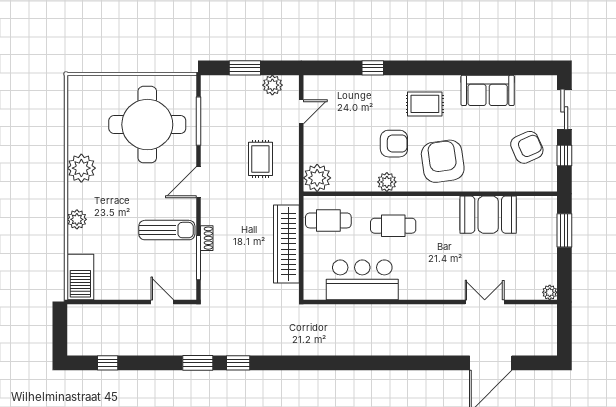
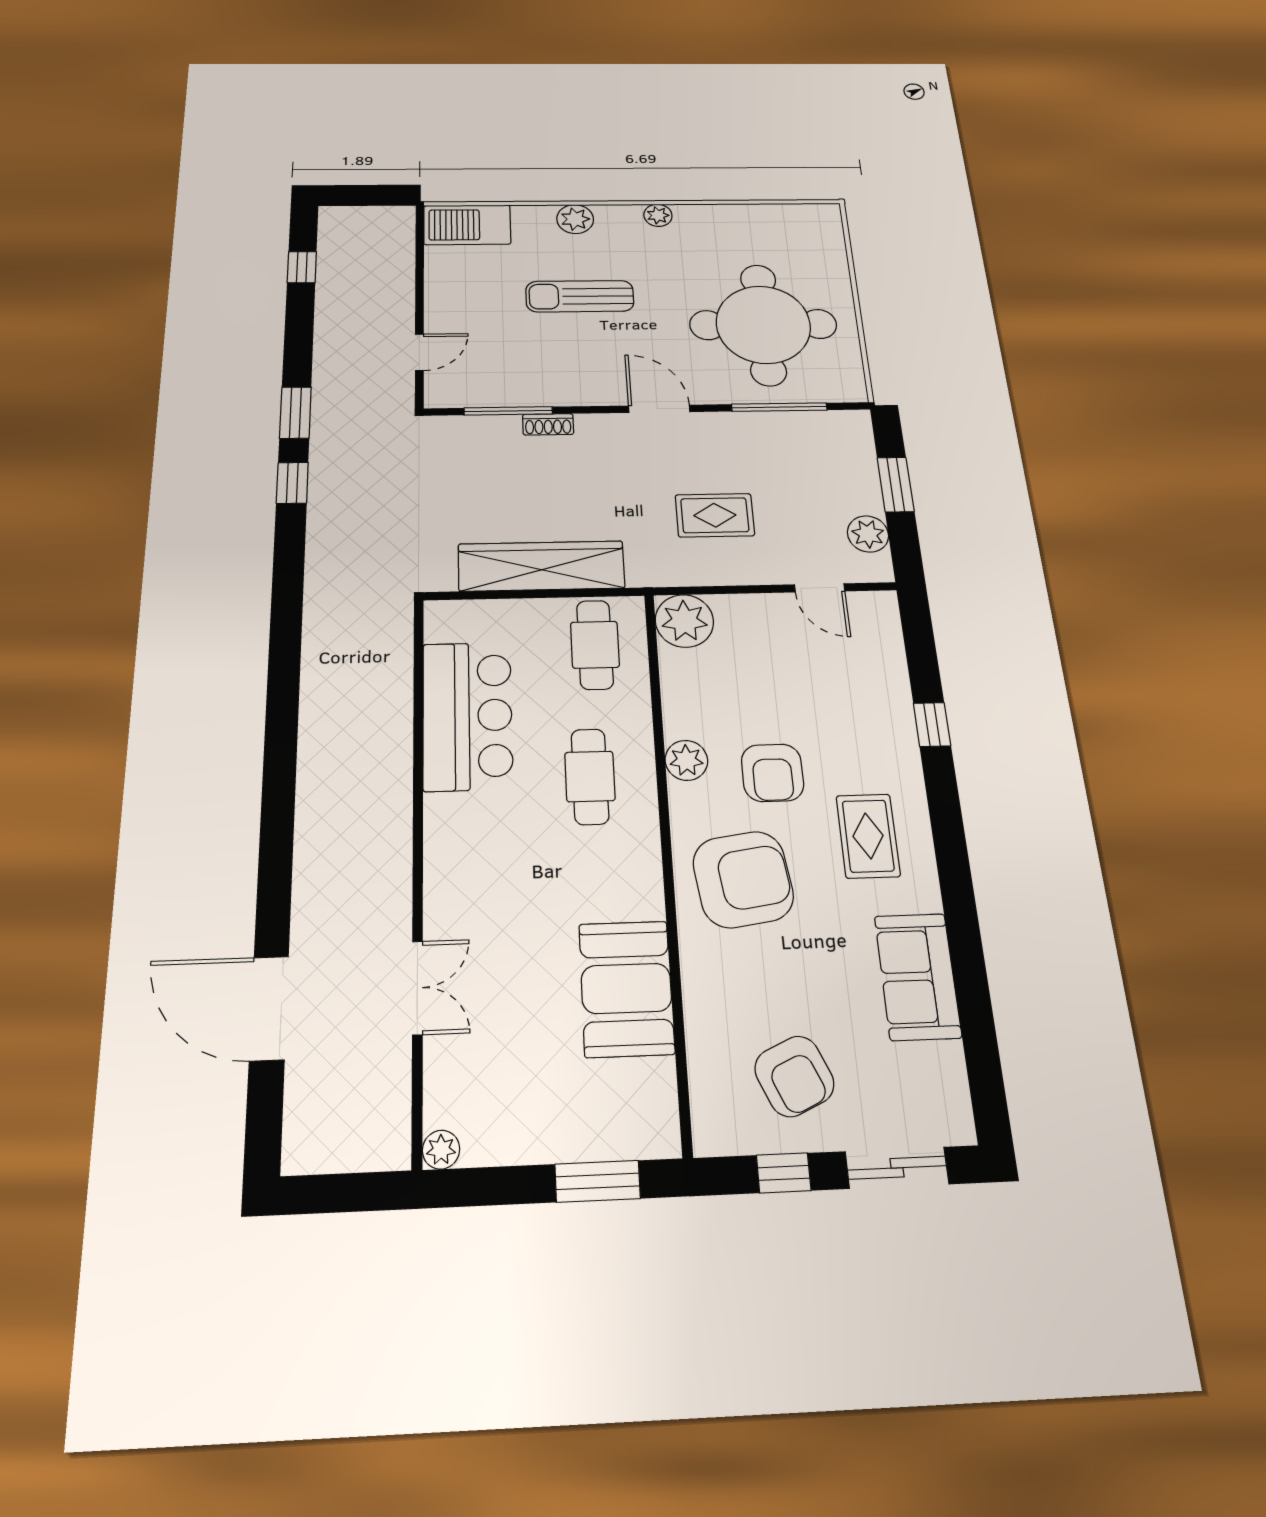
plant: (81, 168) -> (658, 215), width x0.53, depth x0.53
sun lounger: (167, 230) -> (580, 296), moved, turned 90

